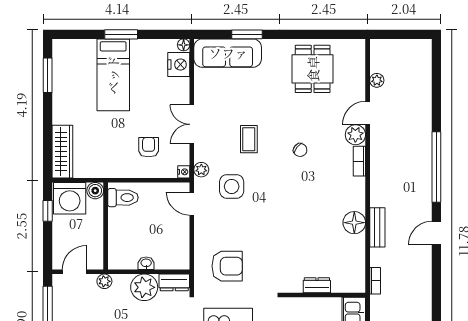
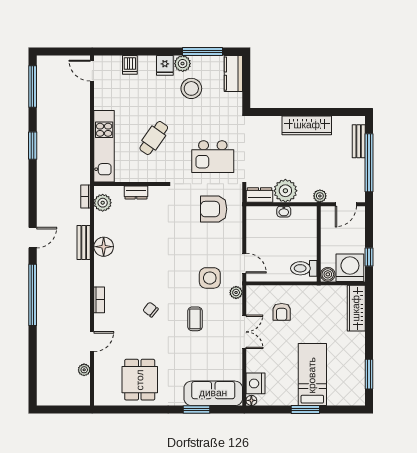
plant: (355, 135) -> (103, 203), moved
nightstand: (184, 172) -> (251, 291), removed

